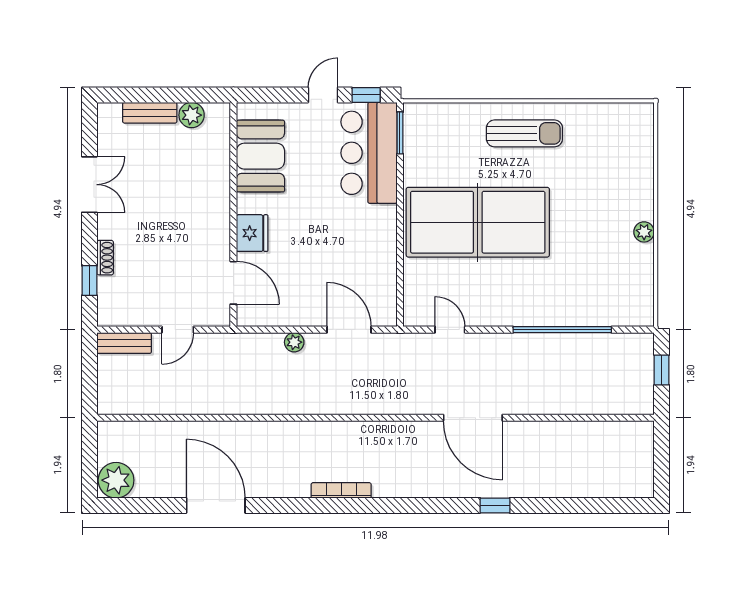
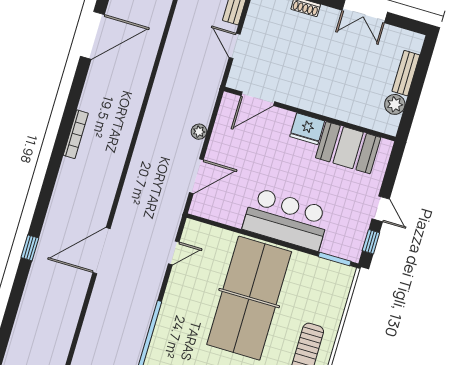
bar counter: (369, 153) -> (286, 219), moved
fridge: (252, 233) -> (307, 129), moved

